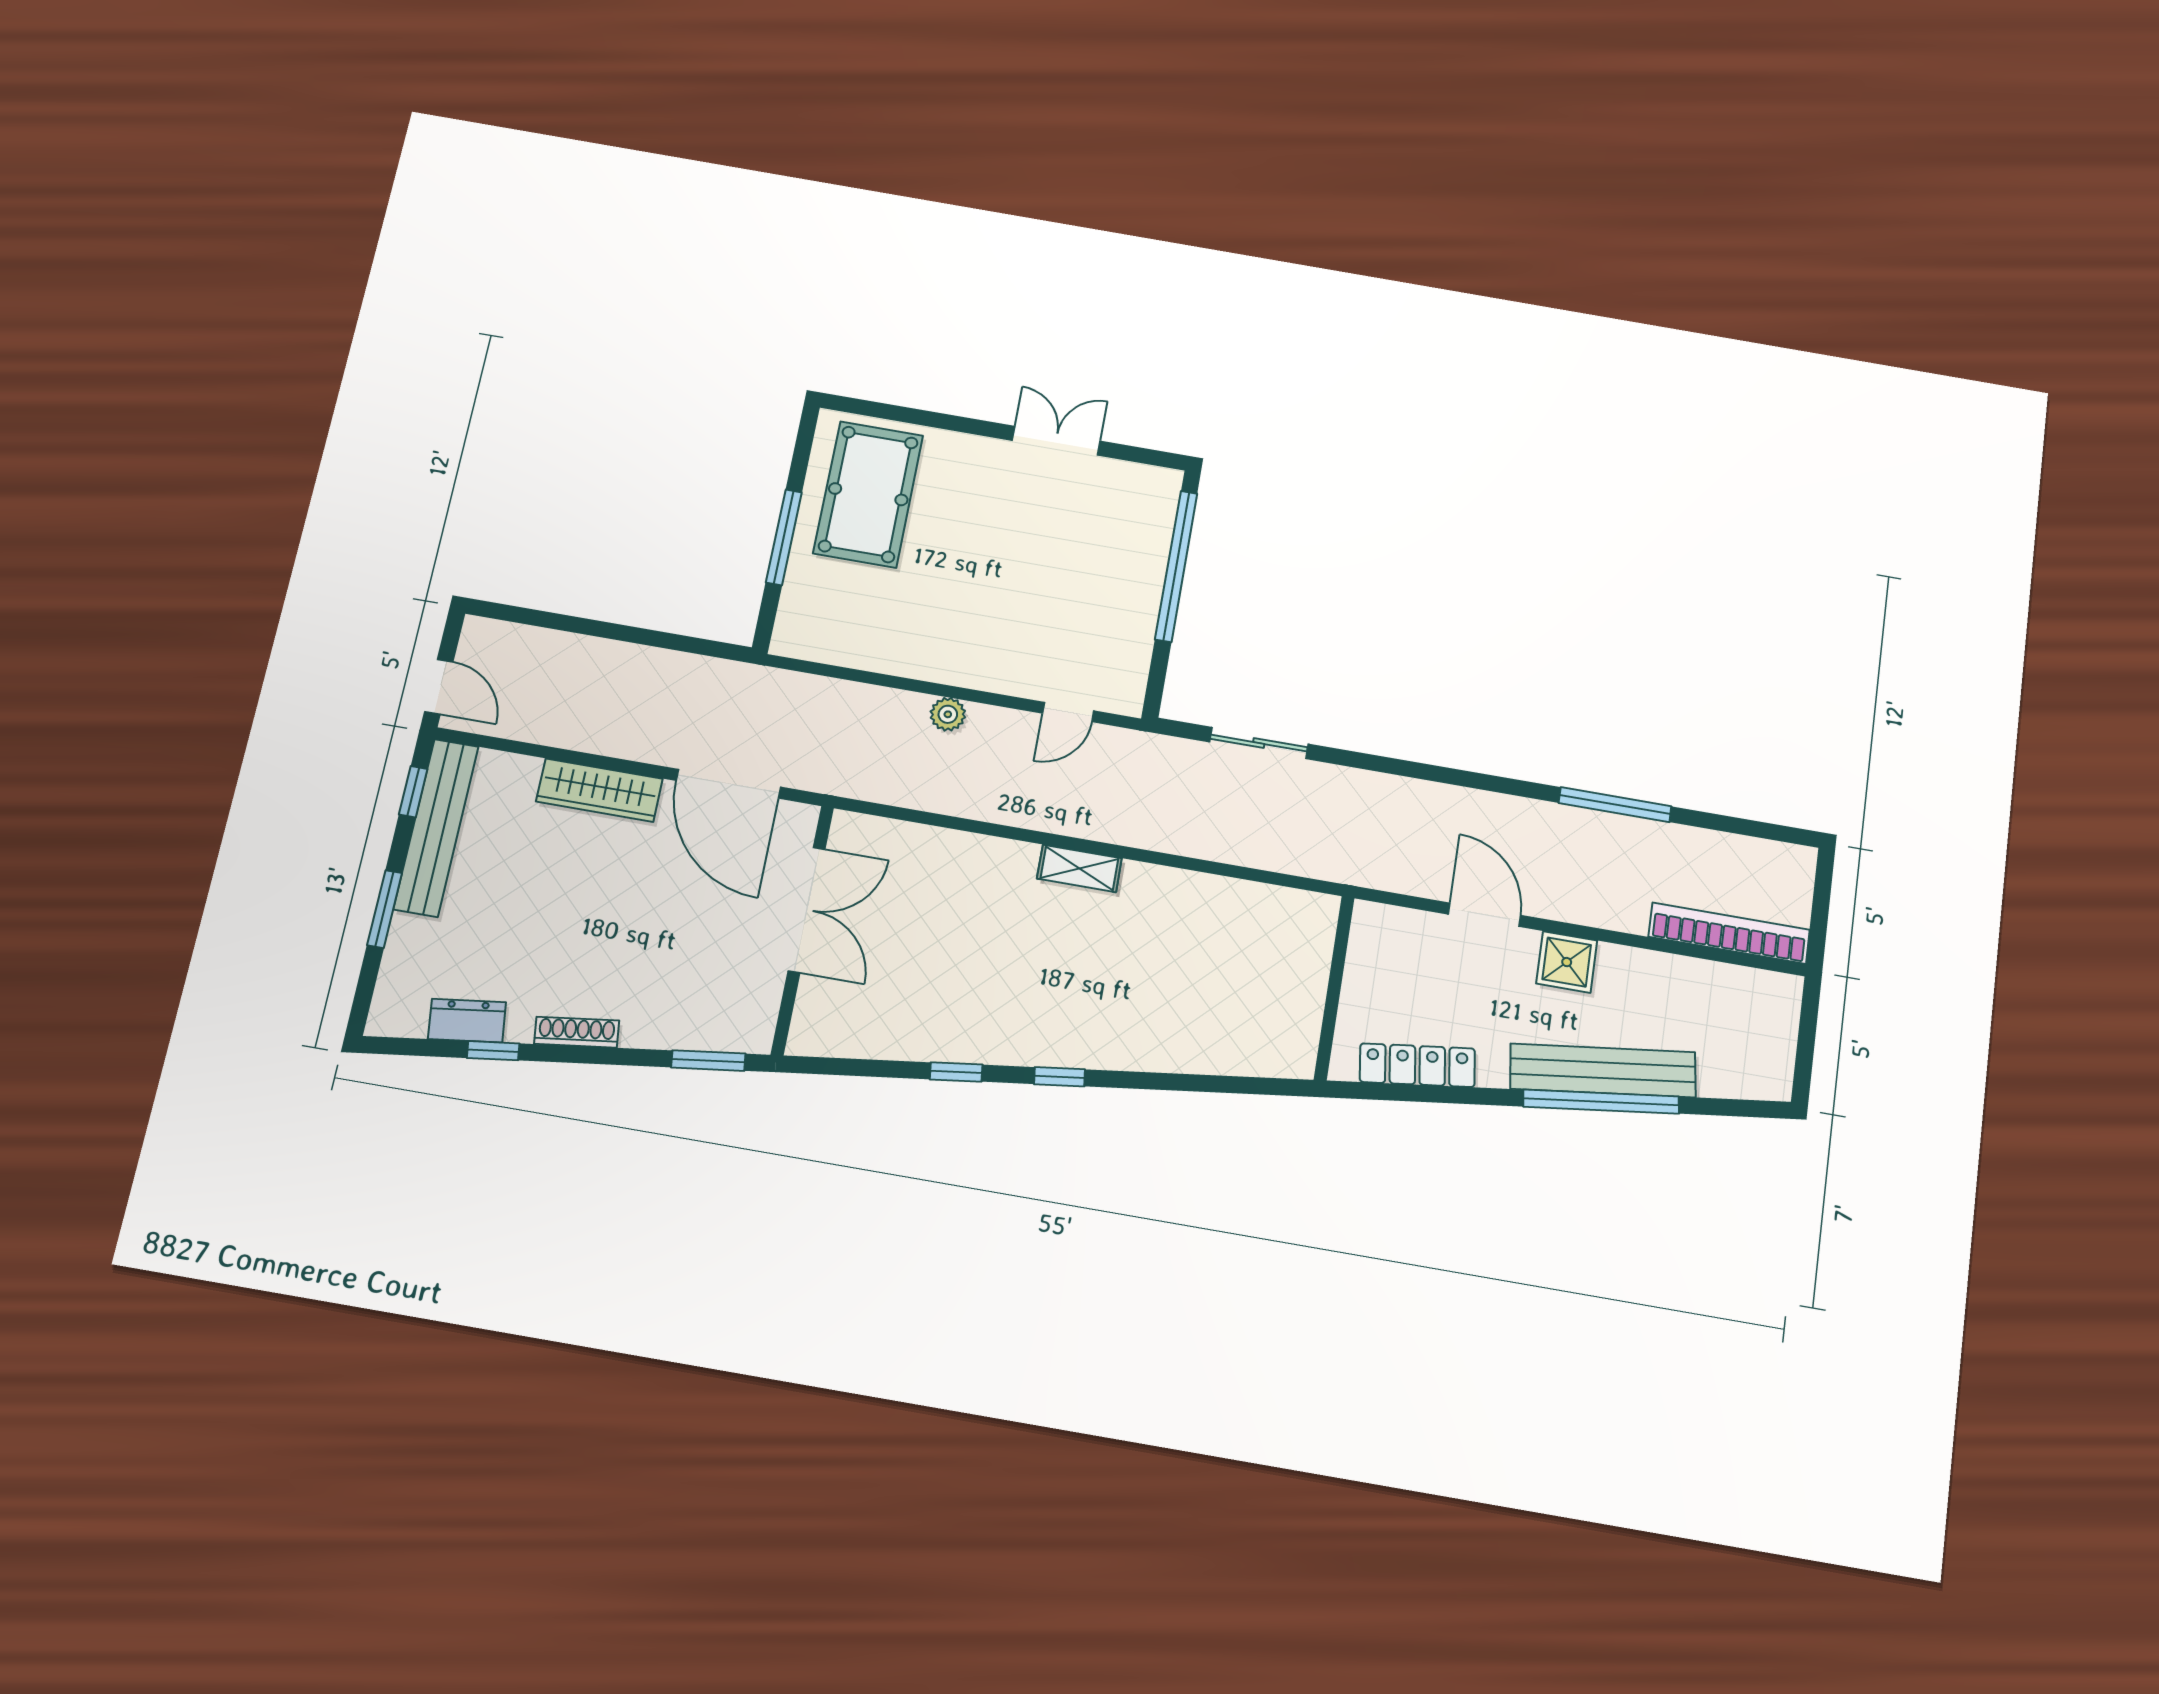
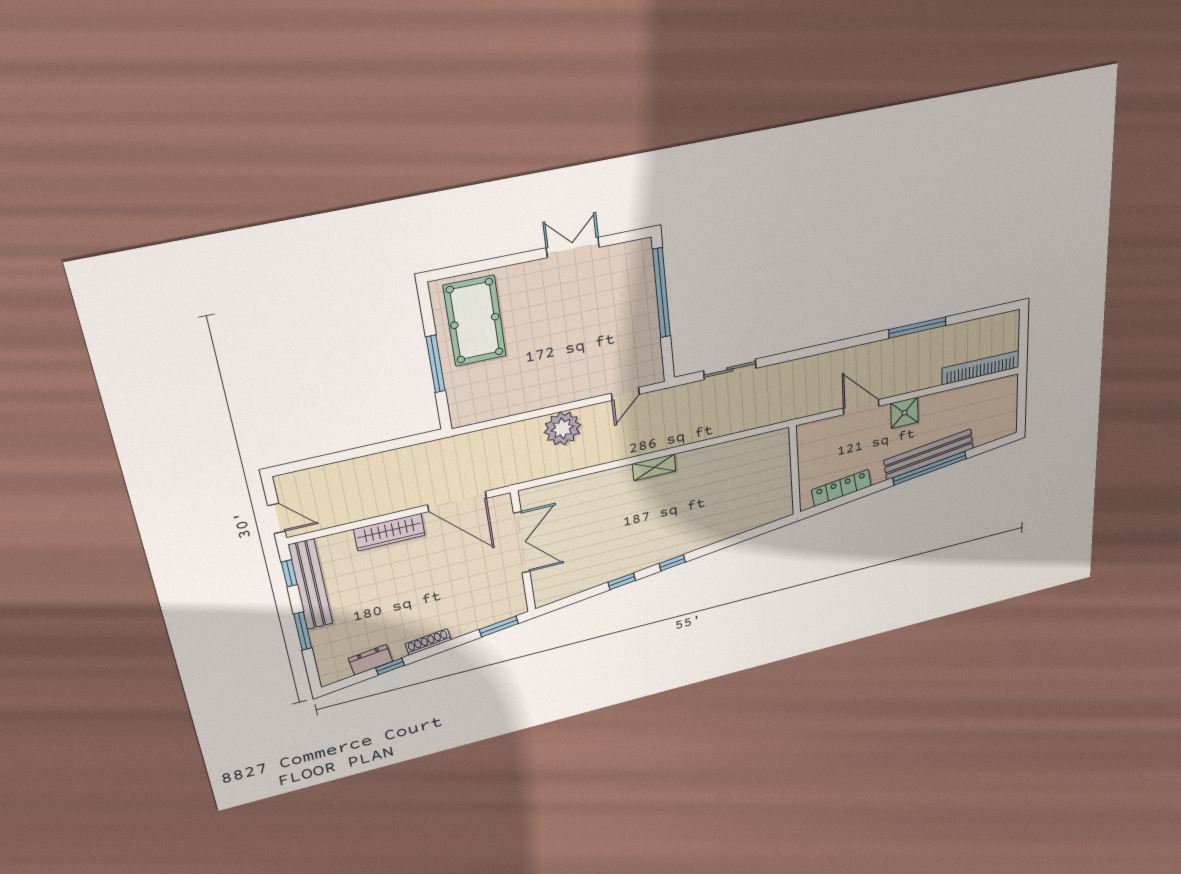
plant: (948, 714) -> (562, 428), width x1.88, depth x1.88

